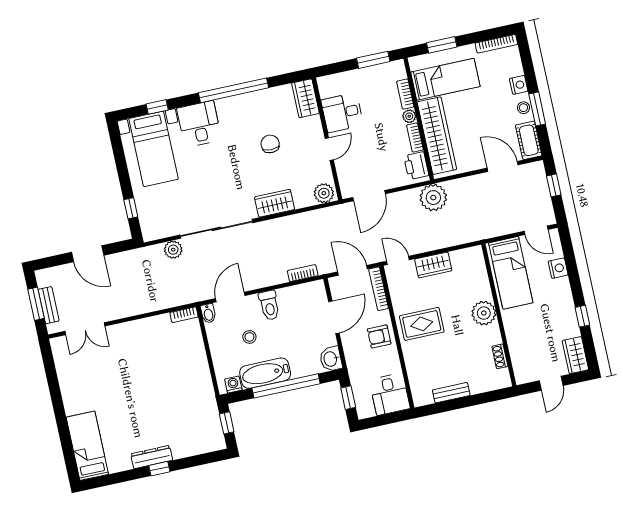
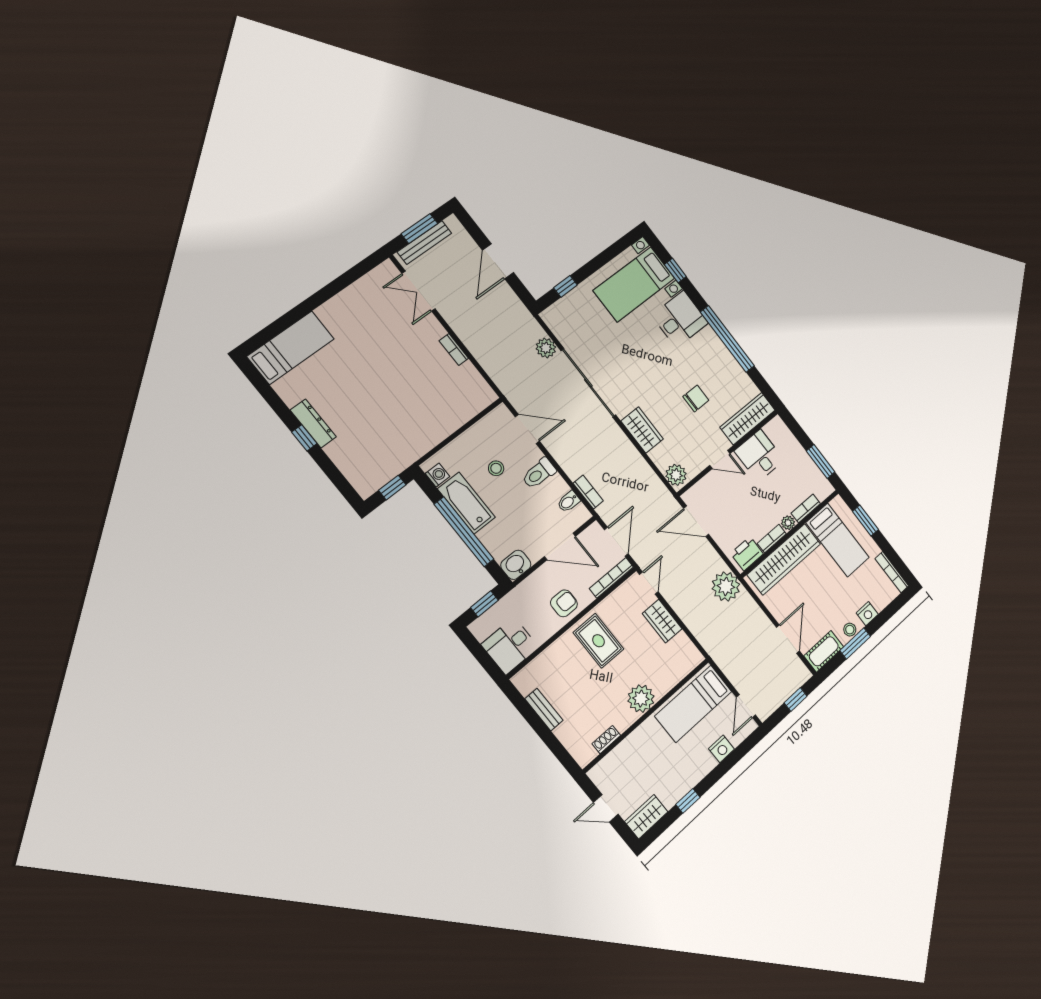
wardrobe: (305, 98) -> (748, 419), width x1.50
bench: (49, 305) -> (424, 243), width x1.36
bidet: (208, 313) -> (569, 502), moved
bookcase: (184, 315) -> (454, 350), moved
armchair: (379, 336) -> (564, 603), turned 90

